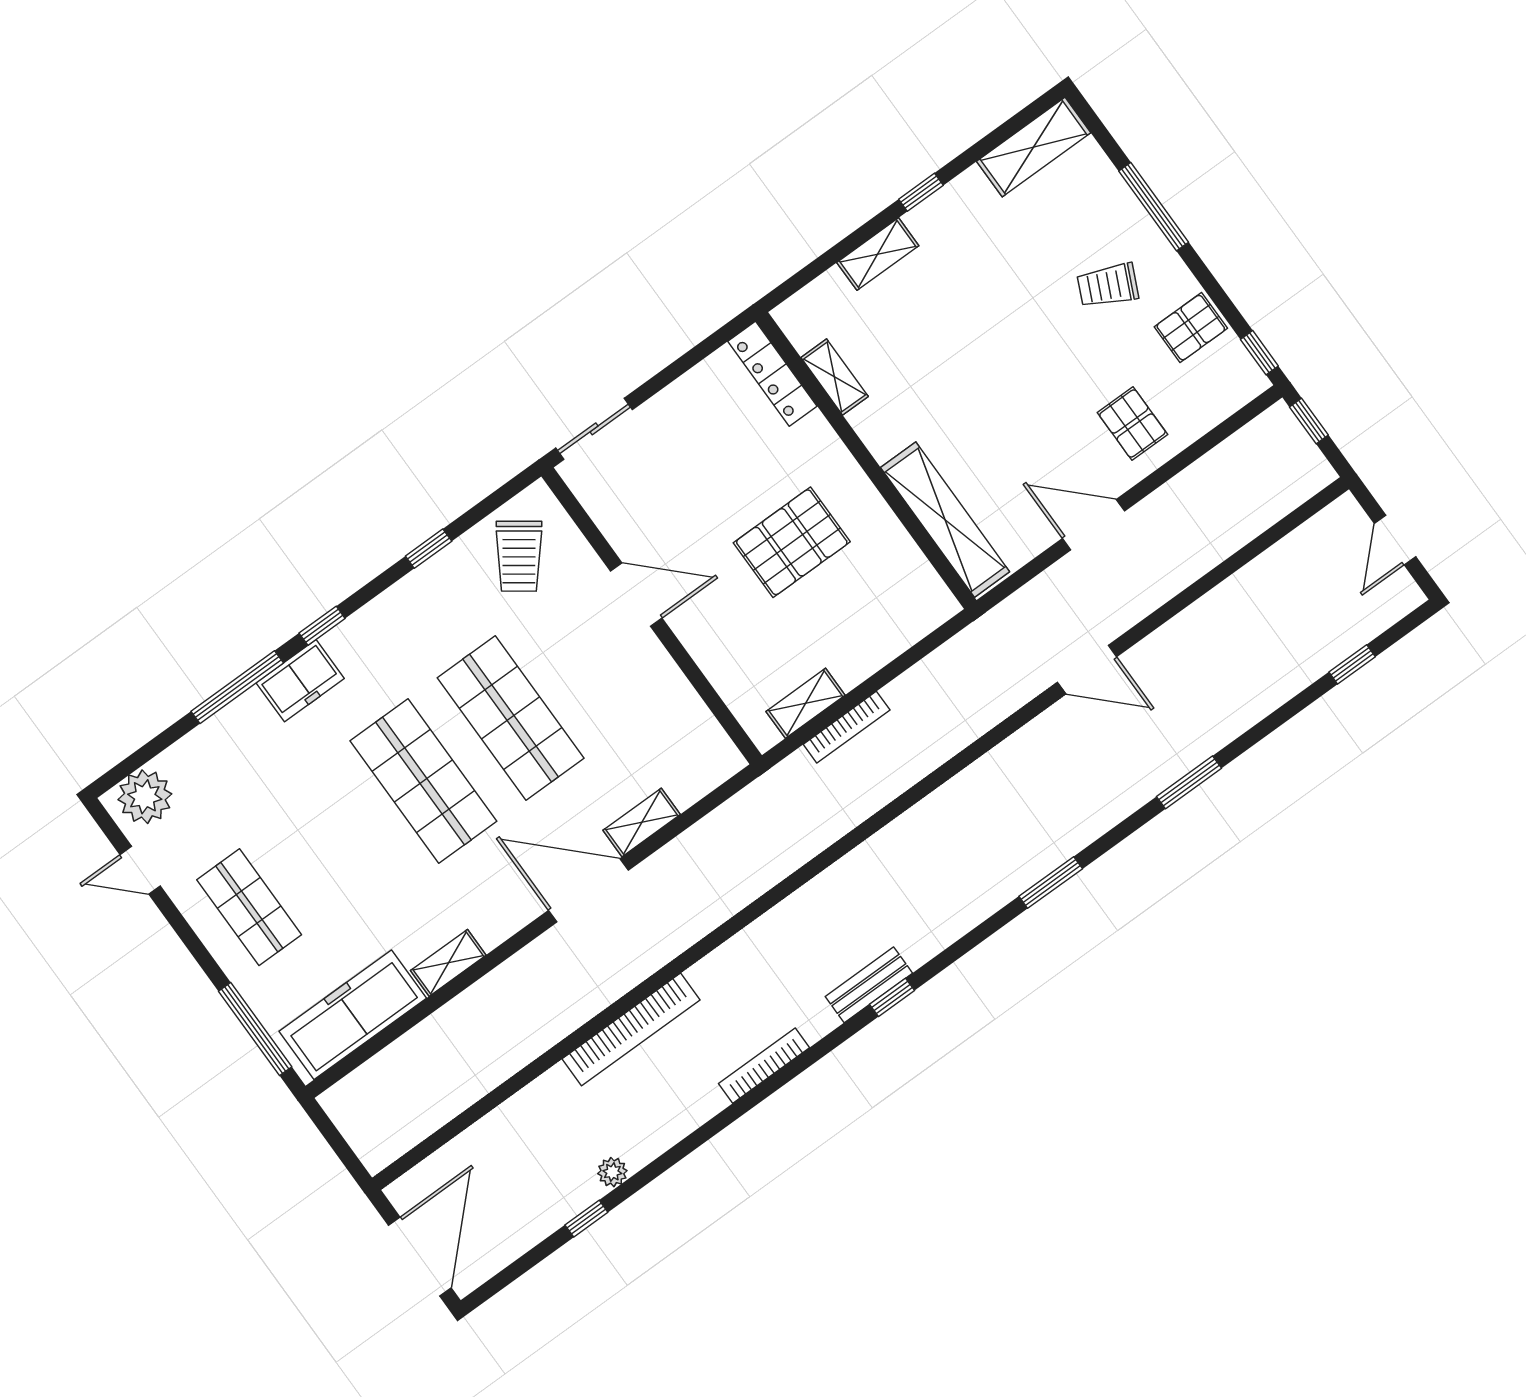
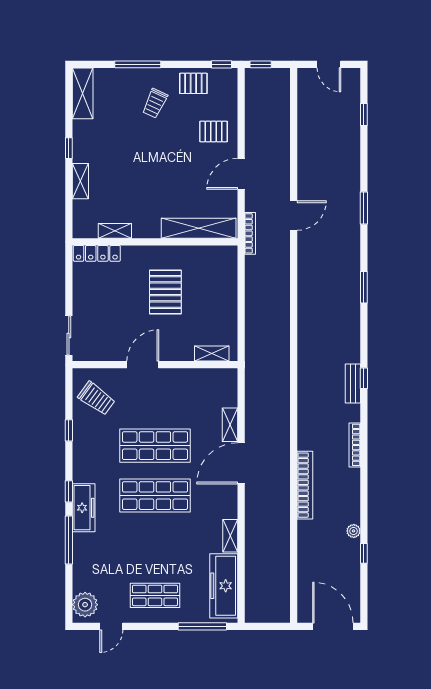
pallet: (1191, 328) -> (193, 83), turned 90
freezer: (300, 681) -> (84, 508), width x1.40
shelving: (806, 703) -> (212, 353), moved, turned 90
bookcase: (847, 727) -> (250, 233), moved

